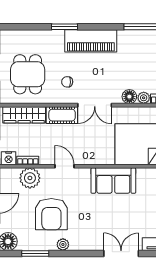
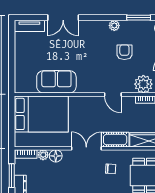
sofa: (113, 181) -> (56, 82), moved
armchair: (51, 214) -> (124, 52), width x0.53, depth x0.53

